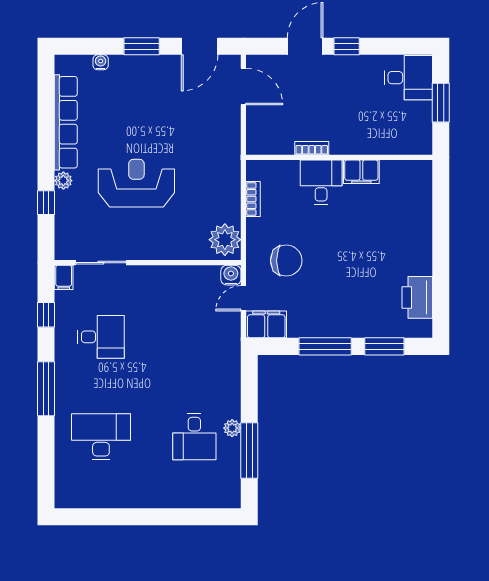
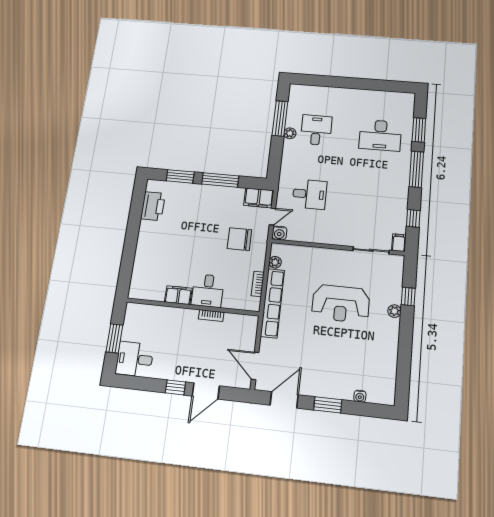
row of seats: (66, 122) -> (272, 303), moved, turned 180
plant: (225, 240) -> (275, 262), width x0.53, depth x0.53
desk: (101, 337) -> (309, 194), moved, turned 180
window: (46, 450) -> (419, 130), added

